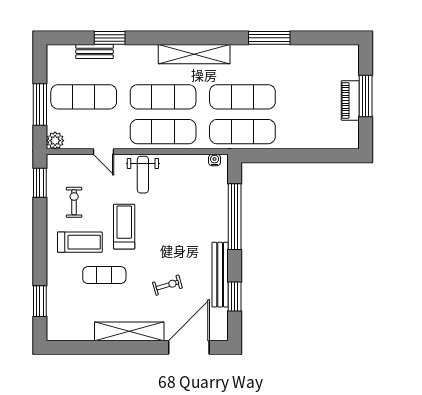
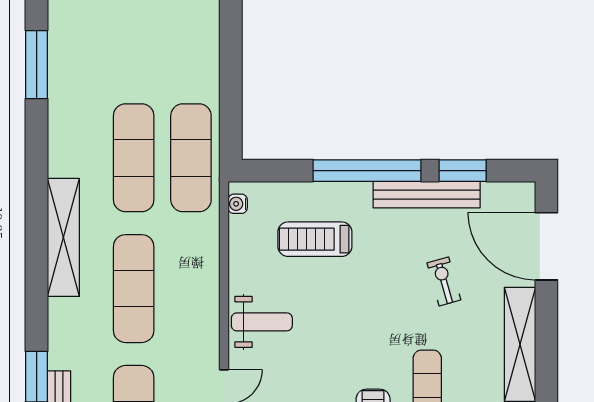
window: (269, 38) -> (37, 65), moved
exercise mat: (163, 132) -> (191, 289), removed
window: (235, 217) -> (367, 171), moved
treadmill: (124, 227) -> (315, 239), moved

